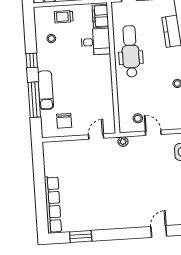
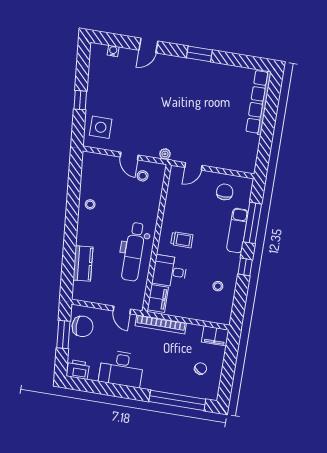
trolley: (64, 17) -> (182, 240), moved
window: (81, 236) -> (199, 54), moved

